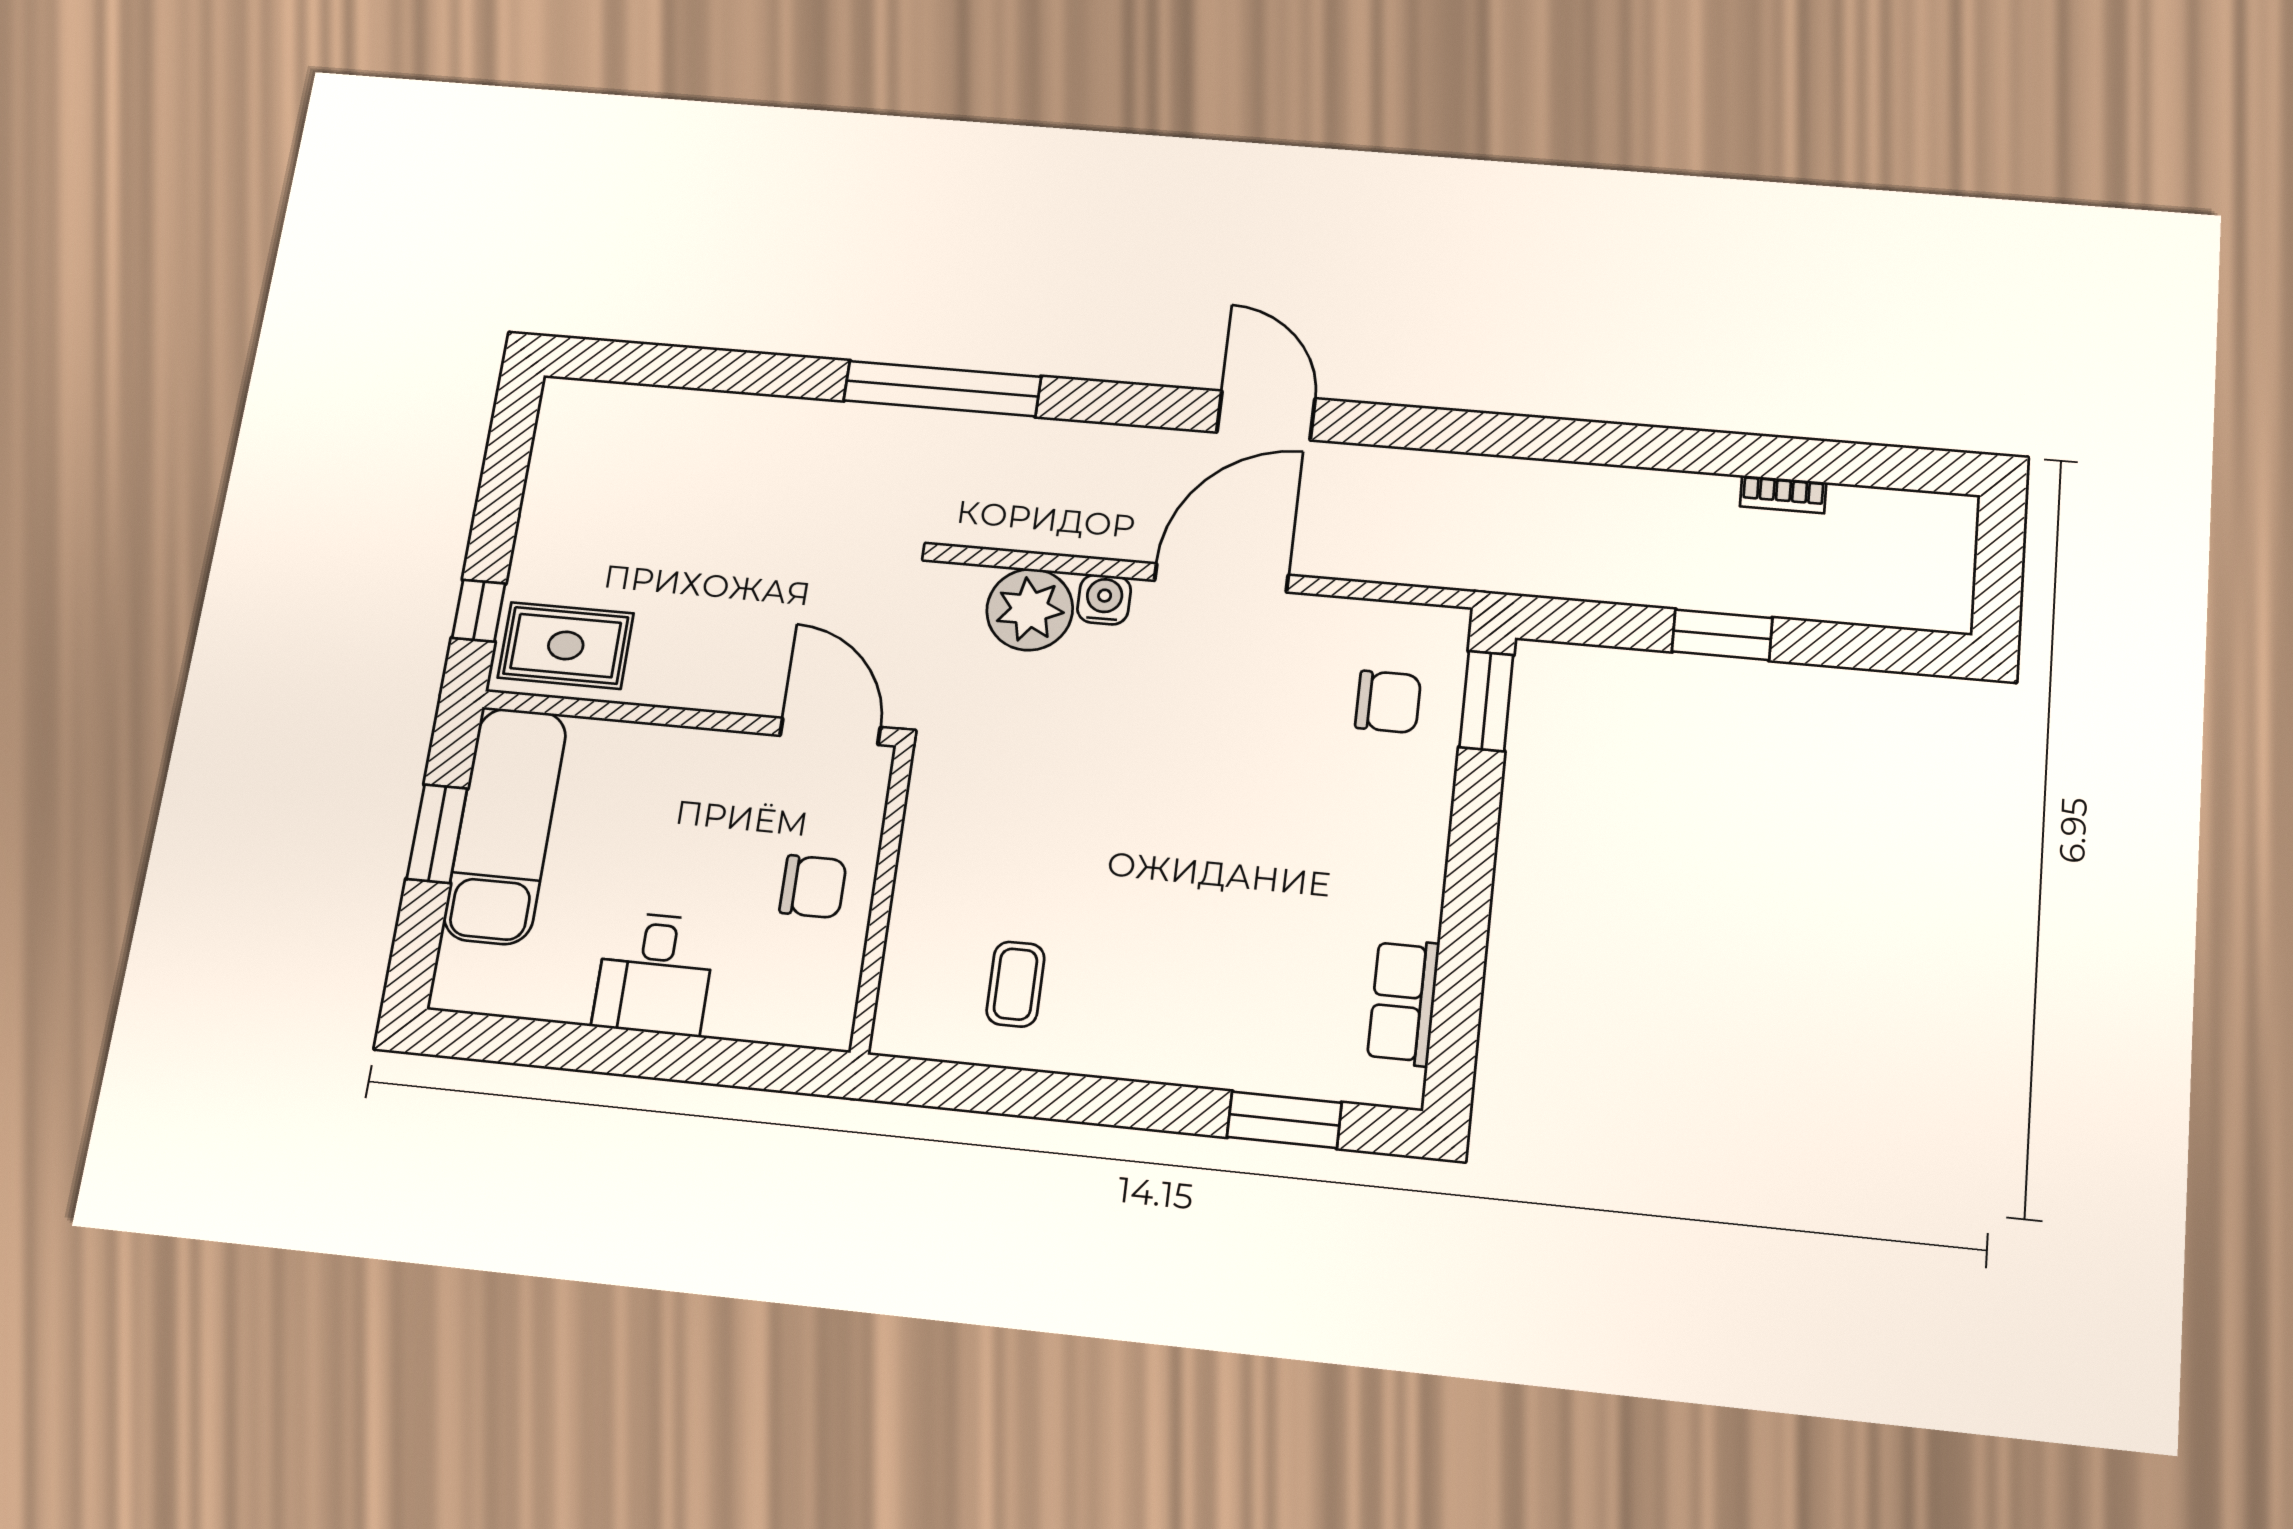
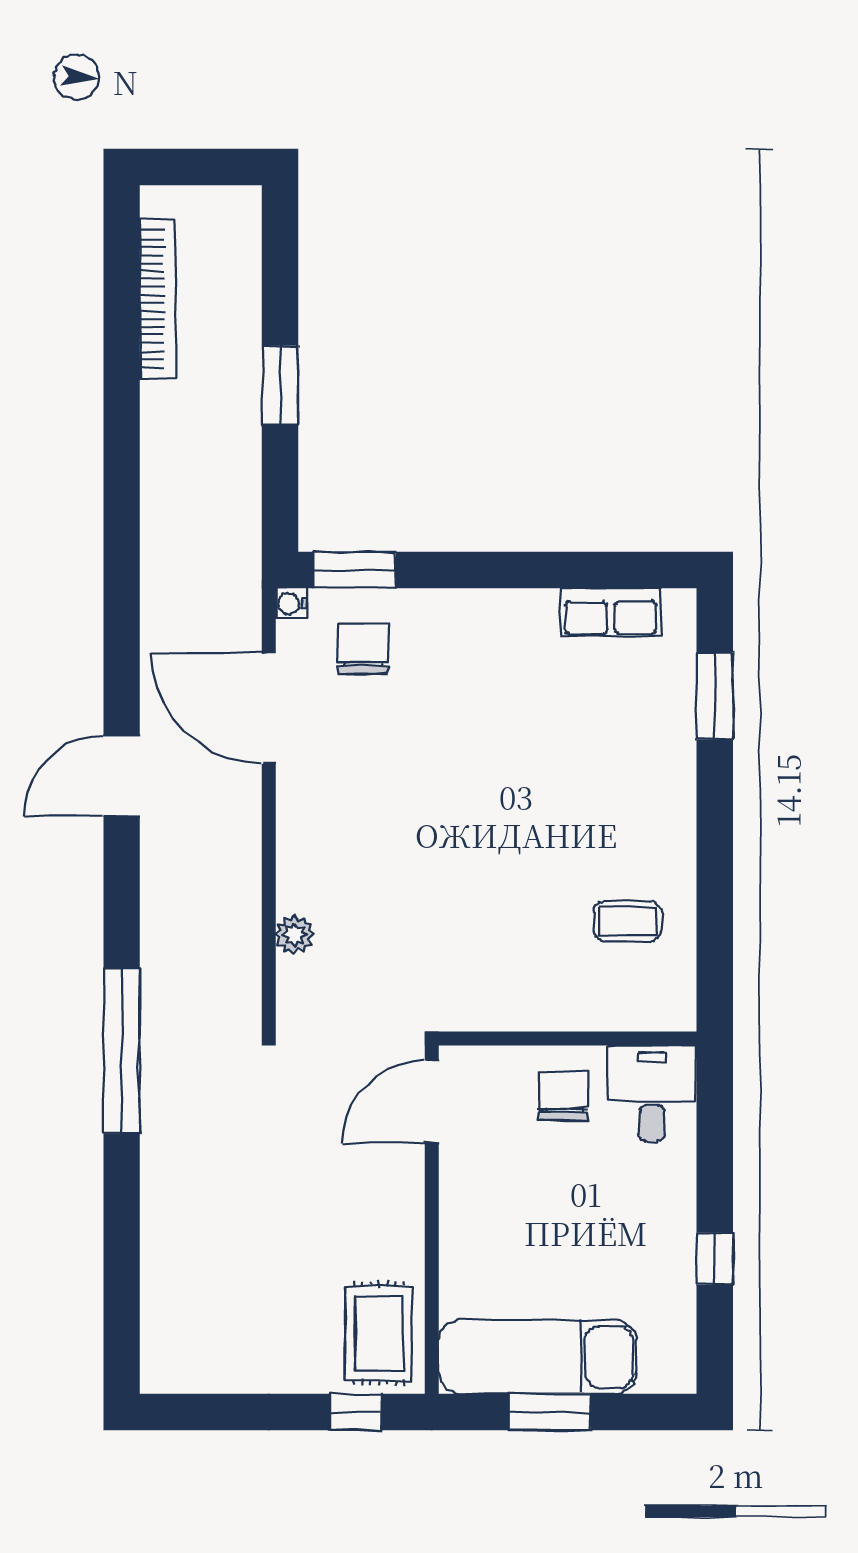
bookcase: (1783, 494) -> (158, 299), width x2.31, depth x1.31
door: (1221, 578) -> (269, 708), moved
water cooler: (1104, 599) -> (291, 603), moved, width x0.72, depth x0.72
plant: (1030, 609) -> (295, 935), width x0.53, depth x0.53
desk: (654, 974) -> (652, 1093), moved, turned -90
window: (586, 1048) -> (715, 1259), added

